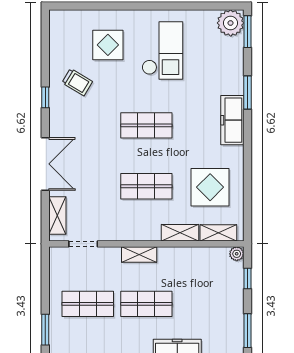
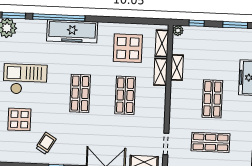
window: (248, 92) -> (59, 17), width x2.11
freezer: (232, 120) -> (72, 31), width x1.36, depth x1.26
shelving: (139, 254) -> (177, 68), moved
shop shelf: (88, 304) -> (211, 142), turned 90

